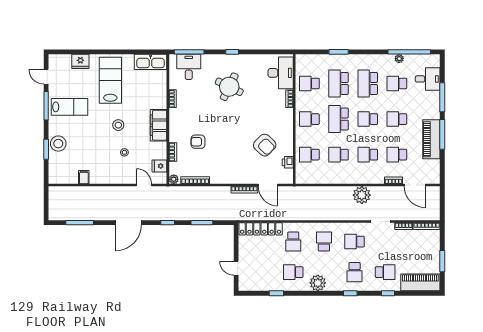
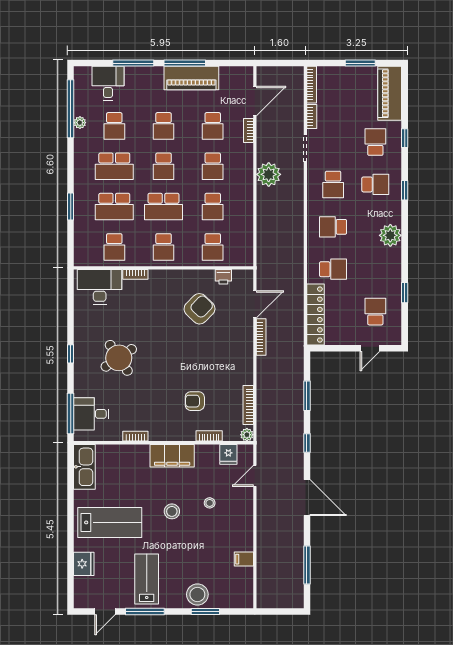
lab bench: (110, 80) -> (110, 522), turned 180
round table: (229, 87) -> (119, 358), turned 30
armchair: (198, 142) -> (195, 401), turned 90
school desk: (293, 272) -> (375, 312), moved, turned 180

